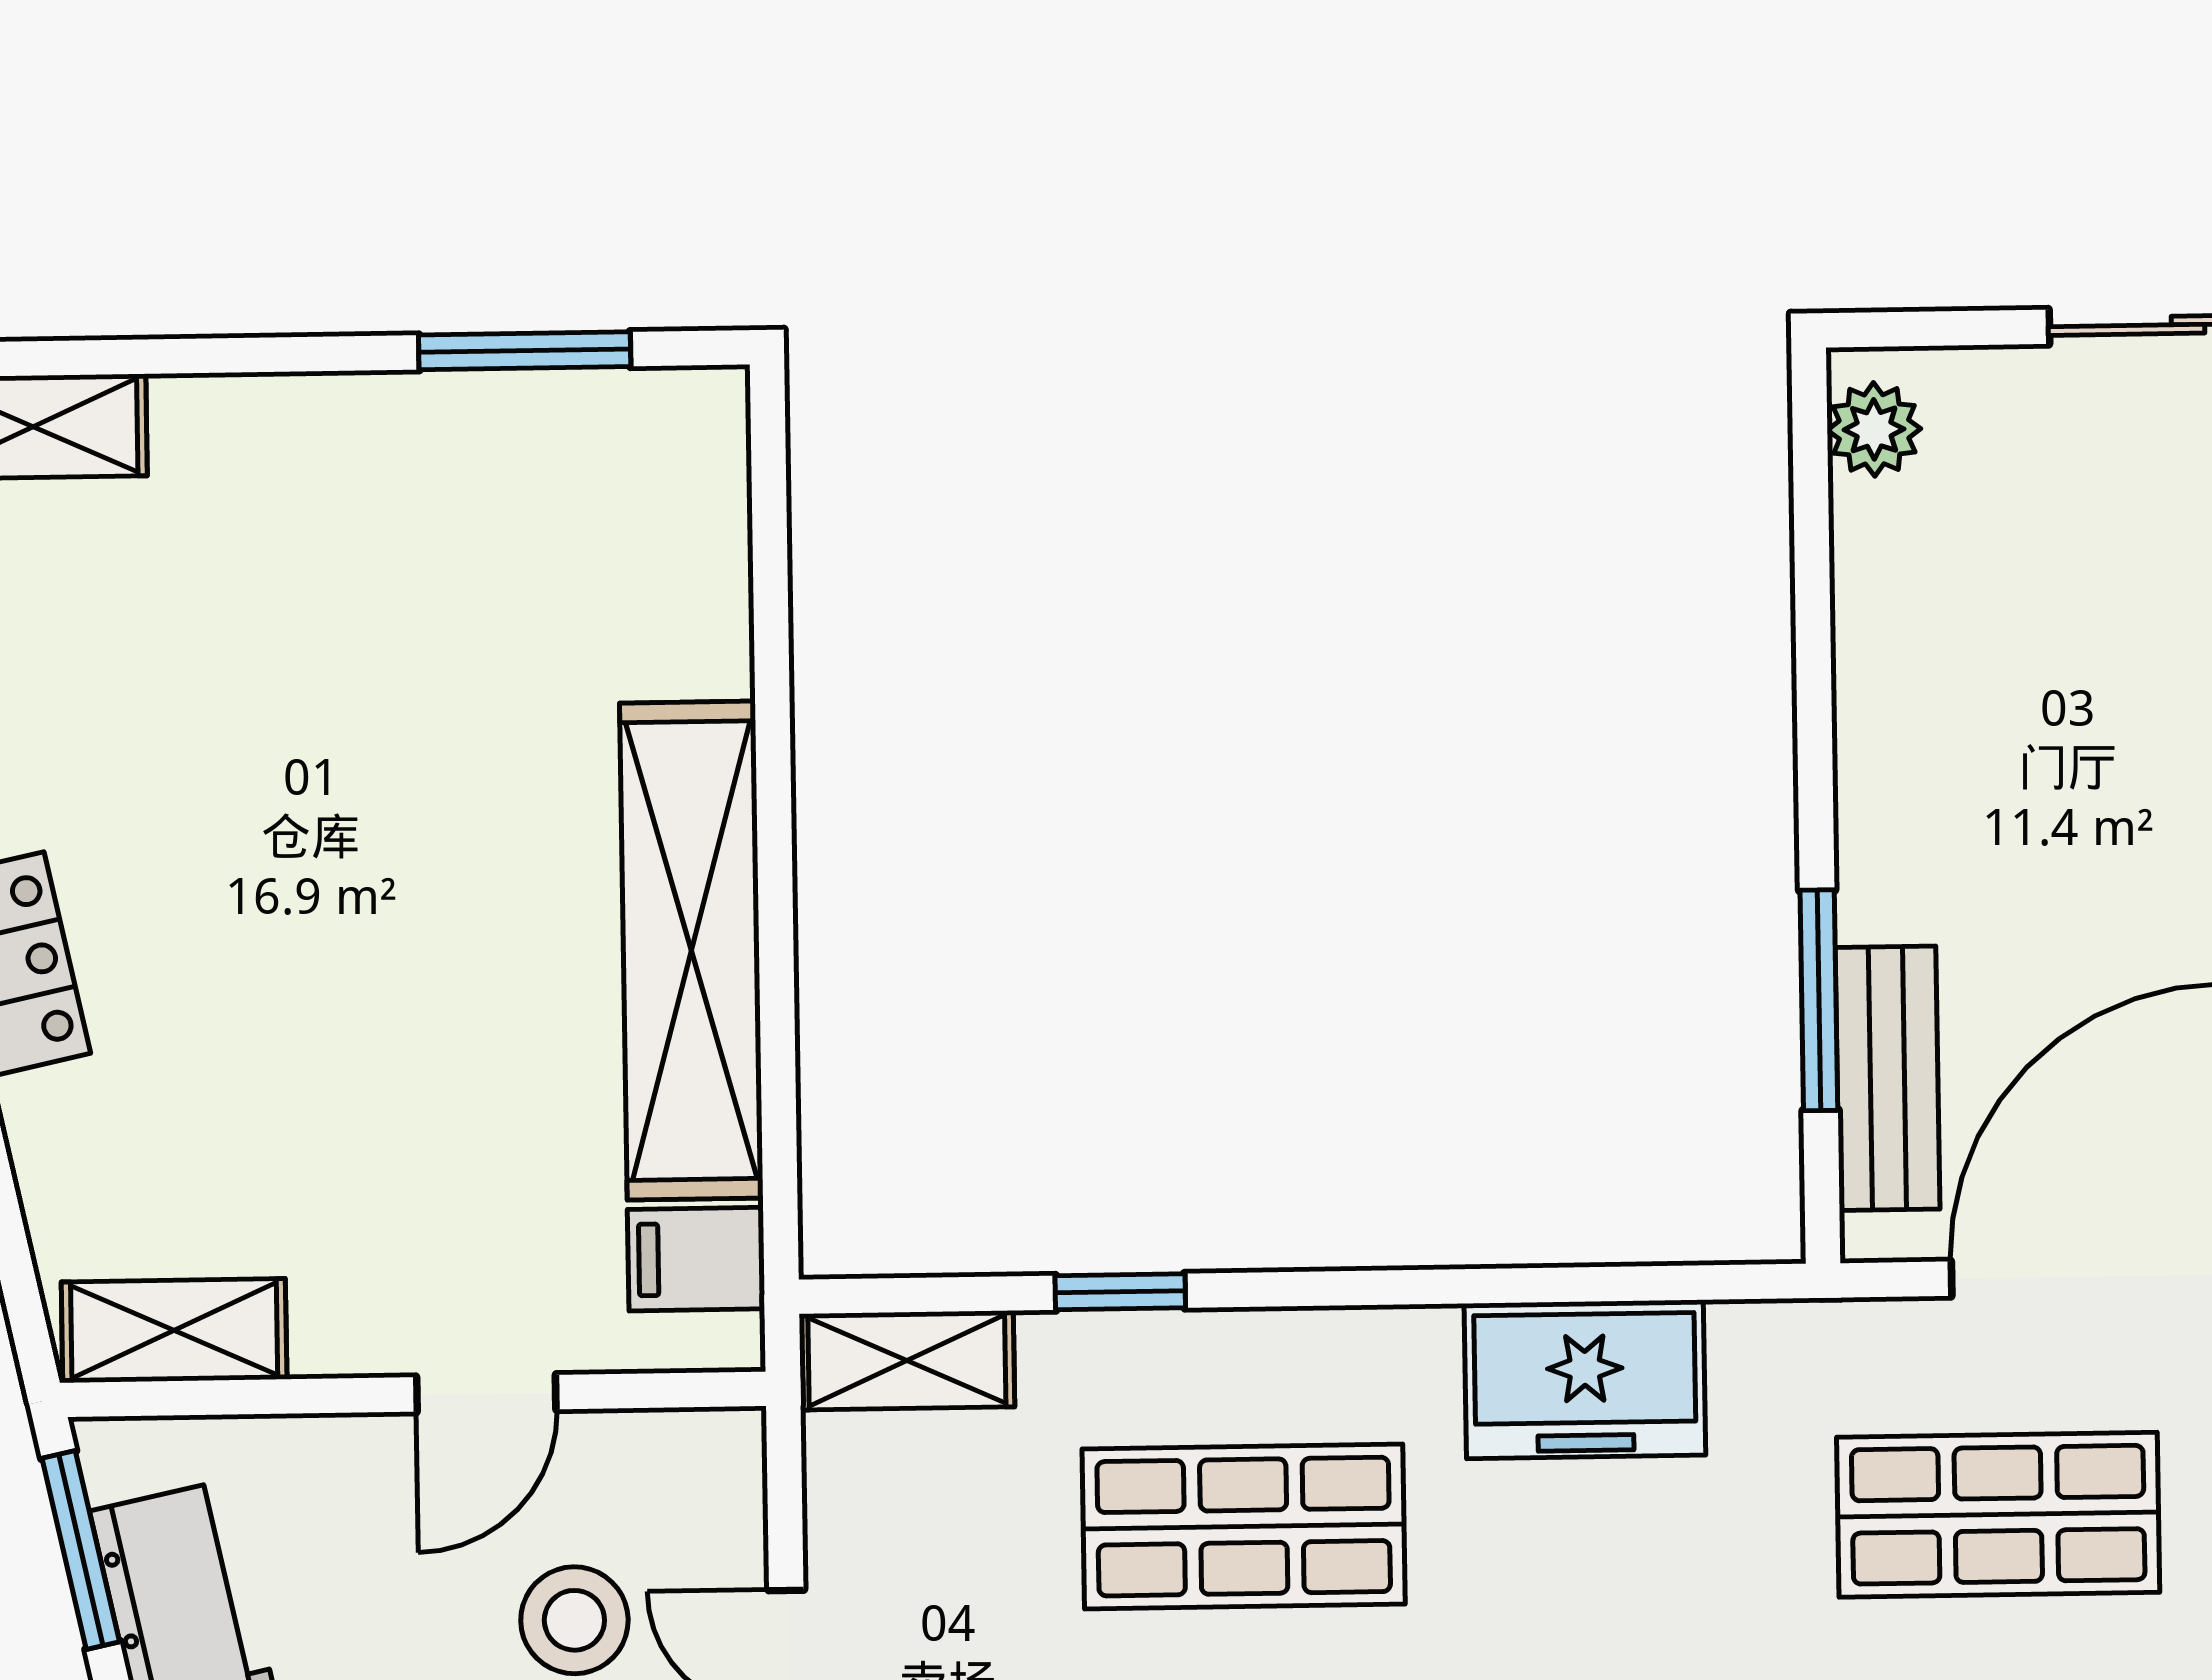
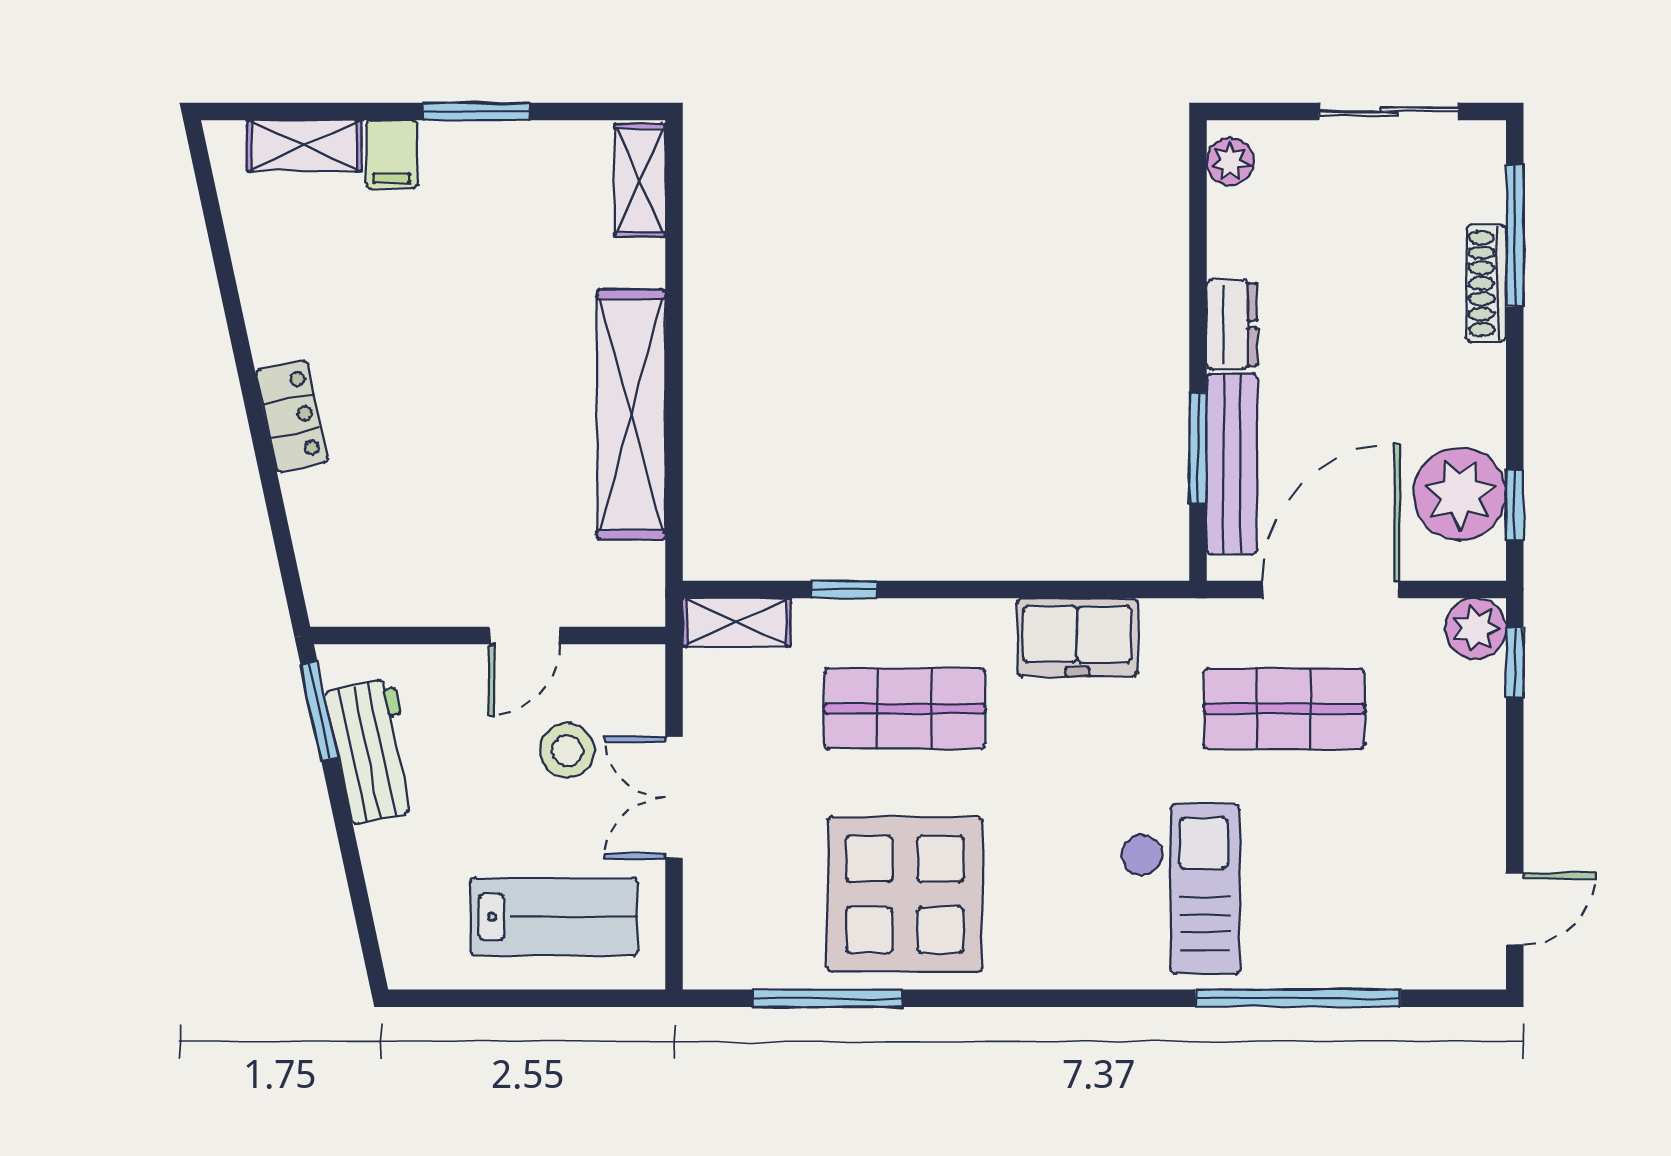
window: (525, 351) -> (476, 111), moved
dresser: (1882, 753) -> (1232, 324), added
bench: (1888, 1078) -> (1232, 464), width x1.36
filing cabinet: (696, 1259) -> (392, 154), moved, turned -90
shelving: (174, 1331) -> (640, 181), moved, turned 90

